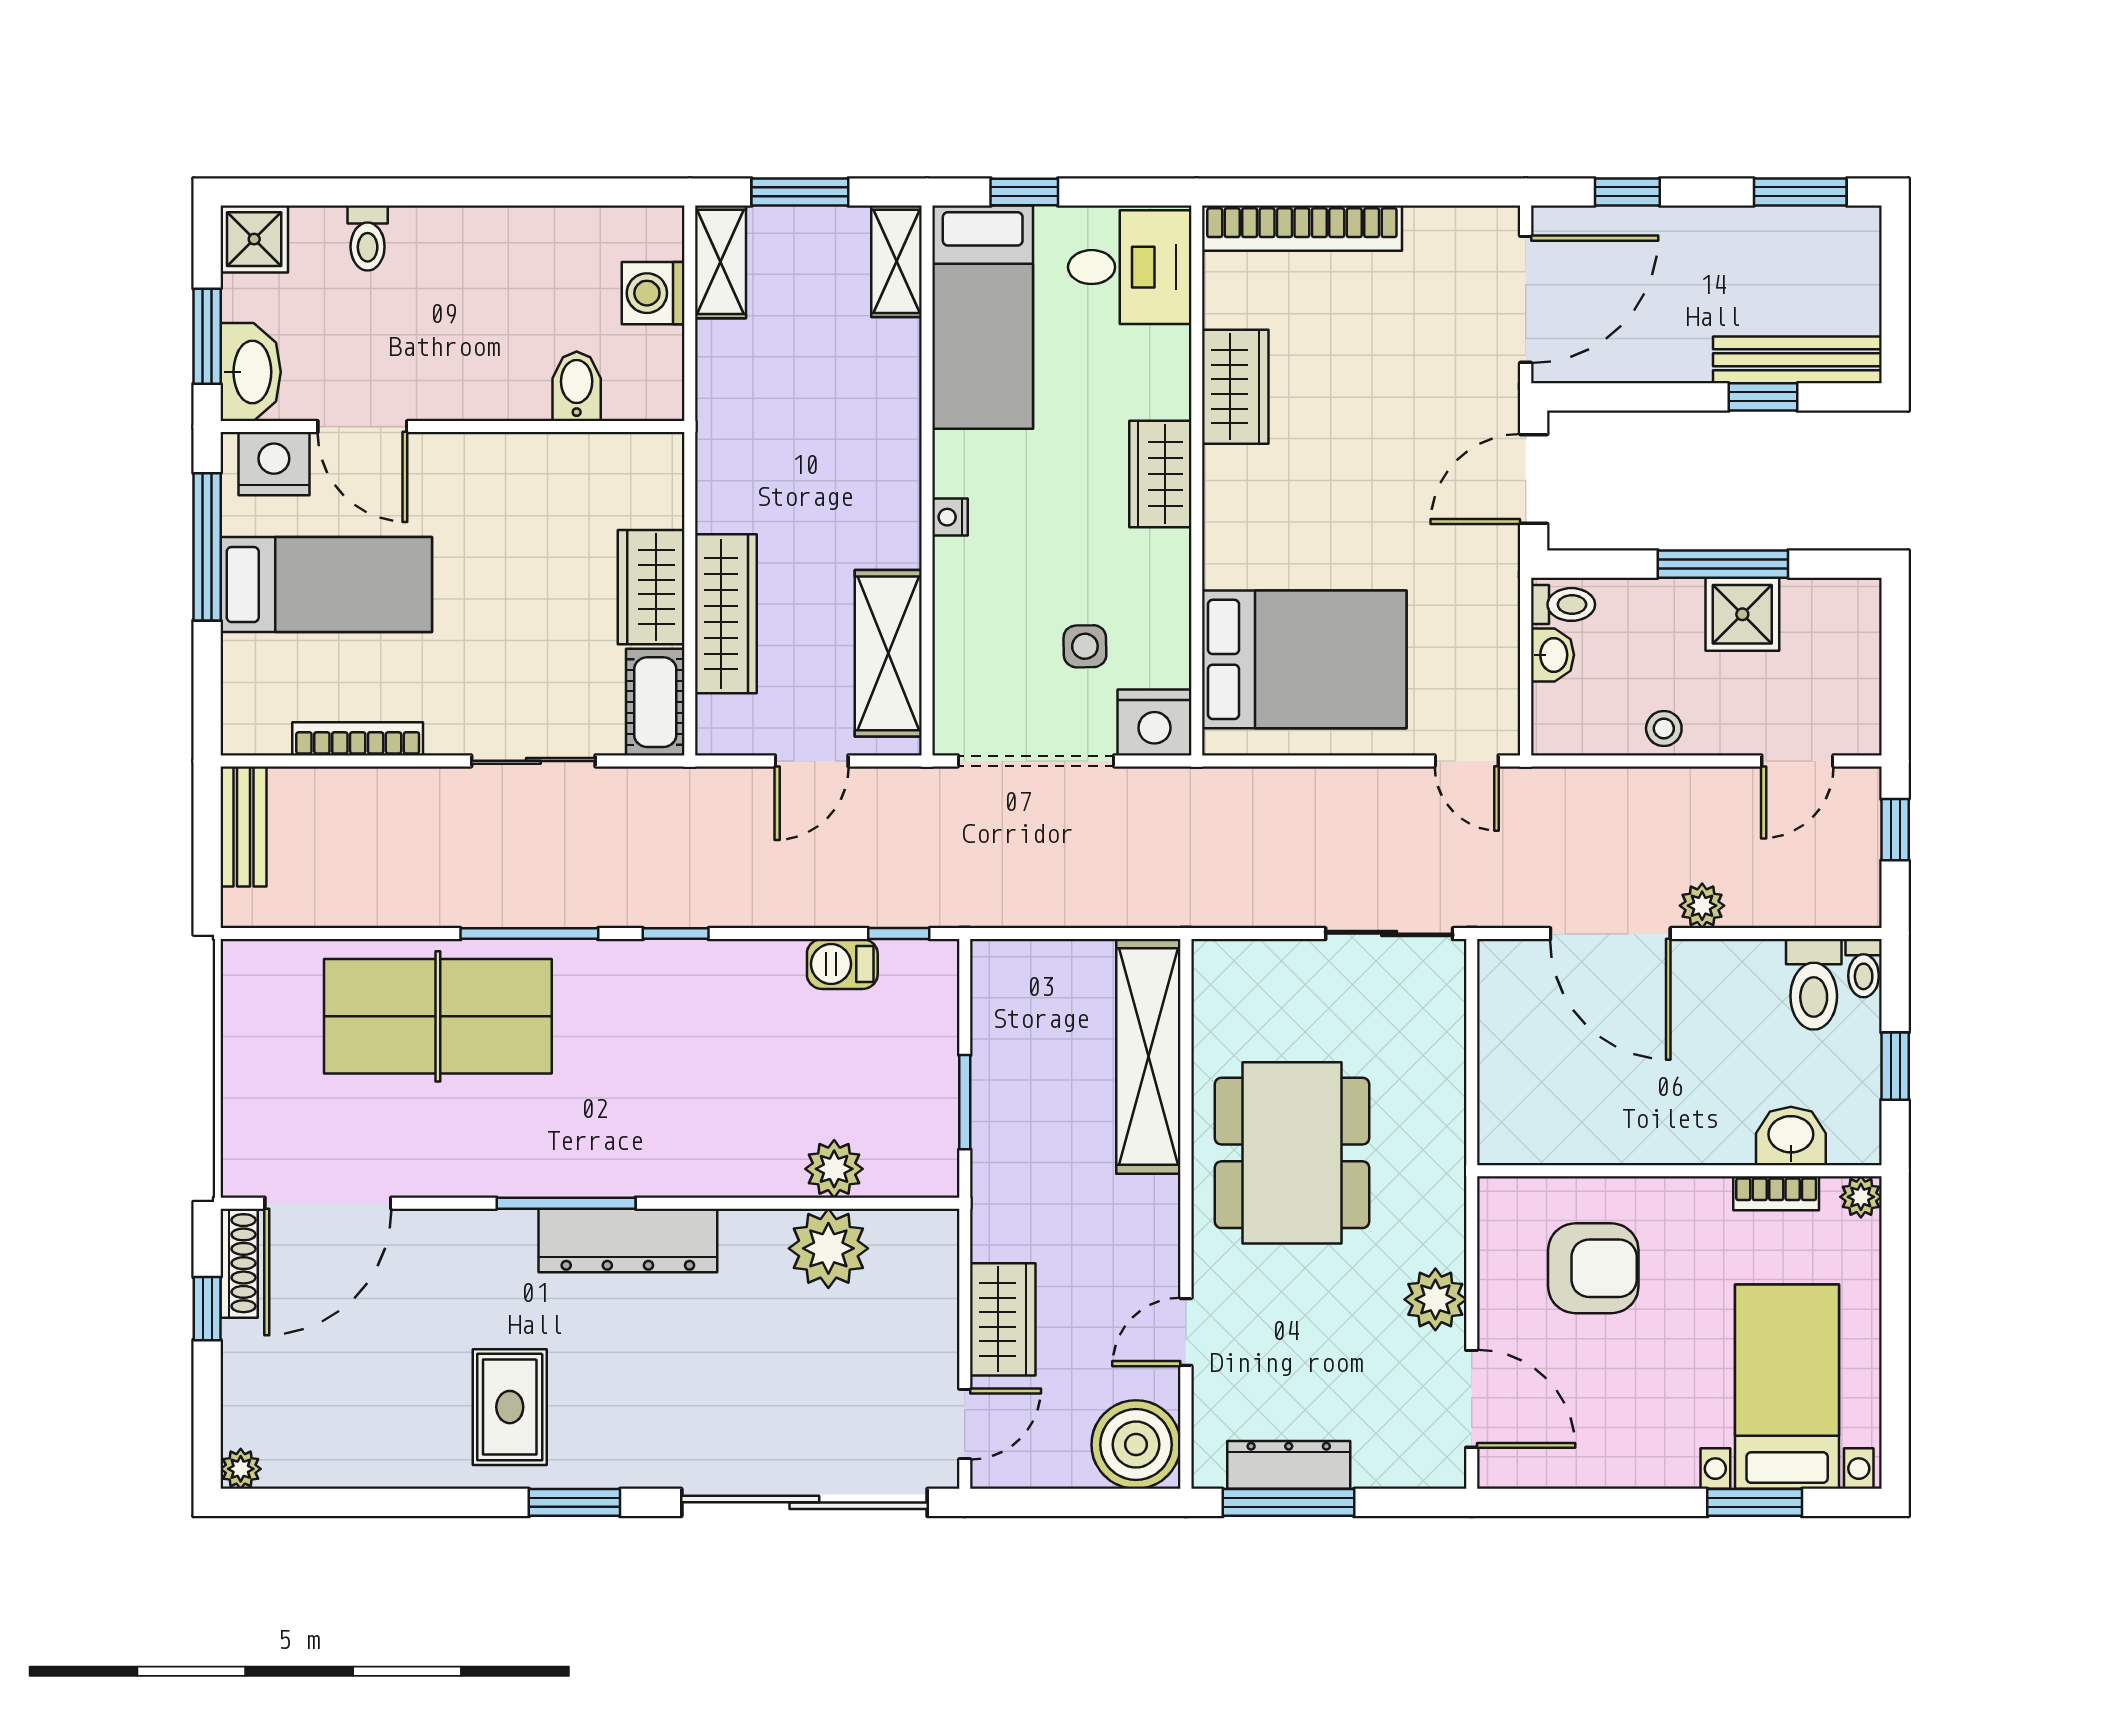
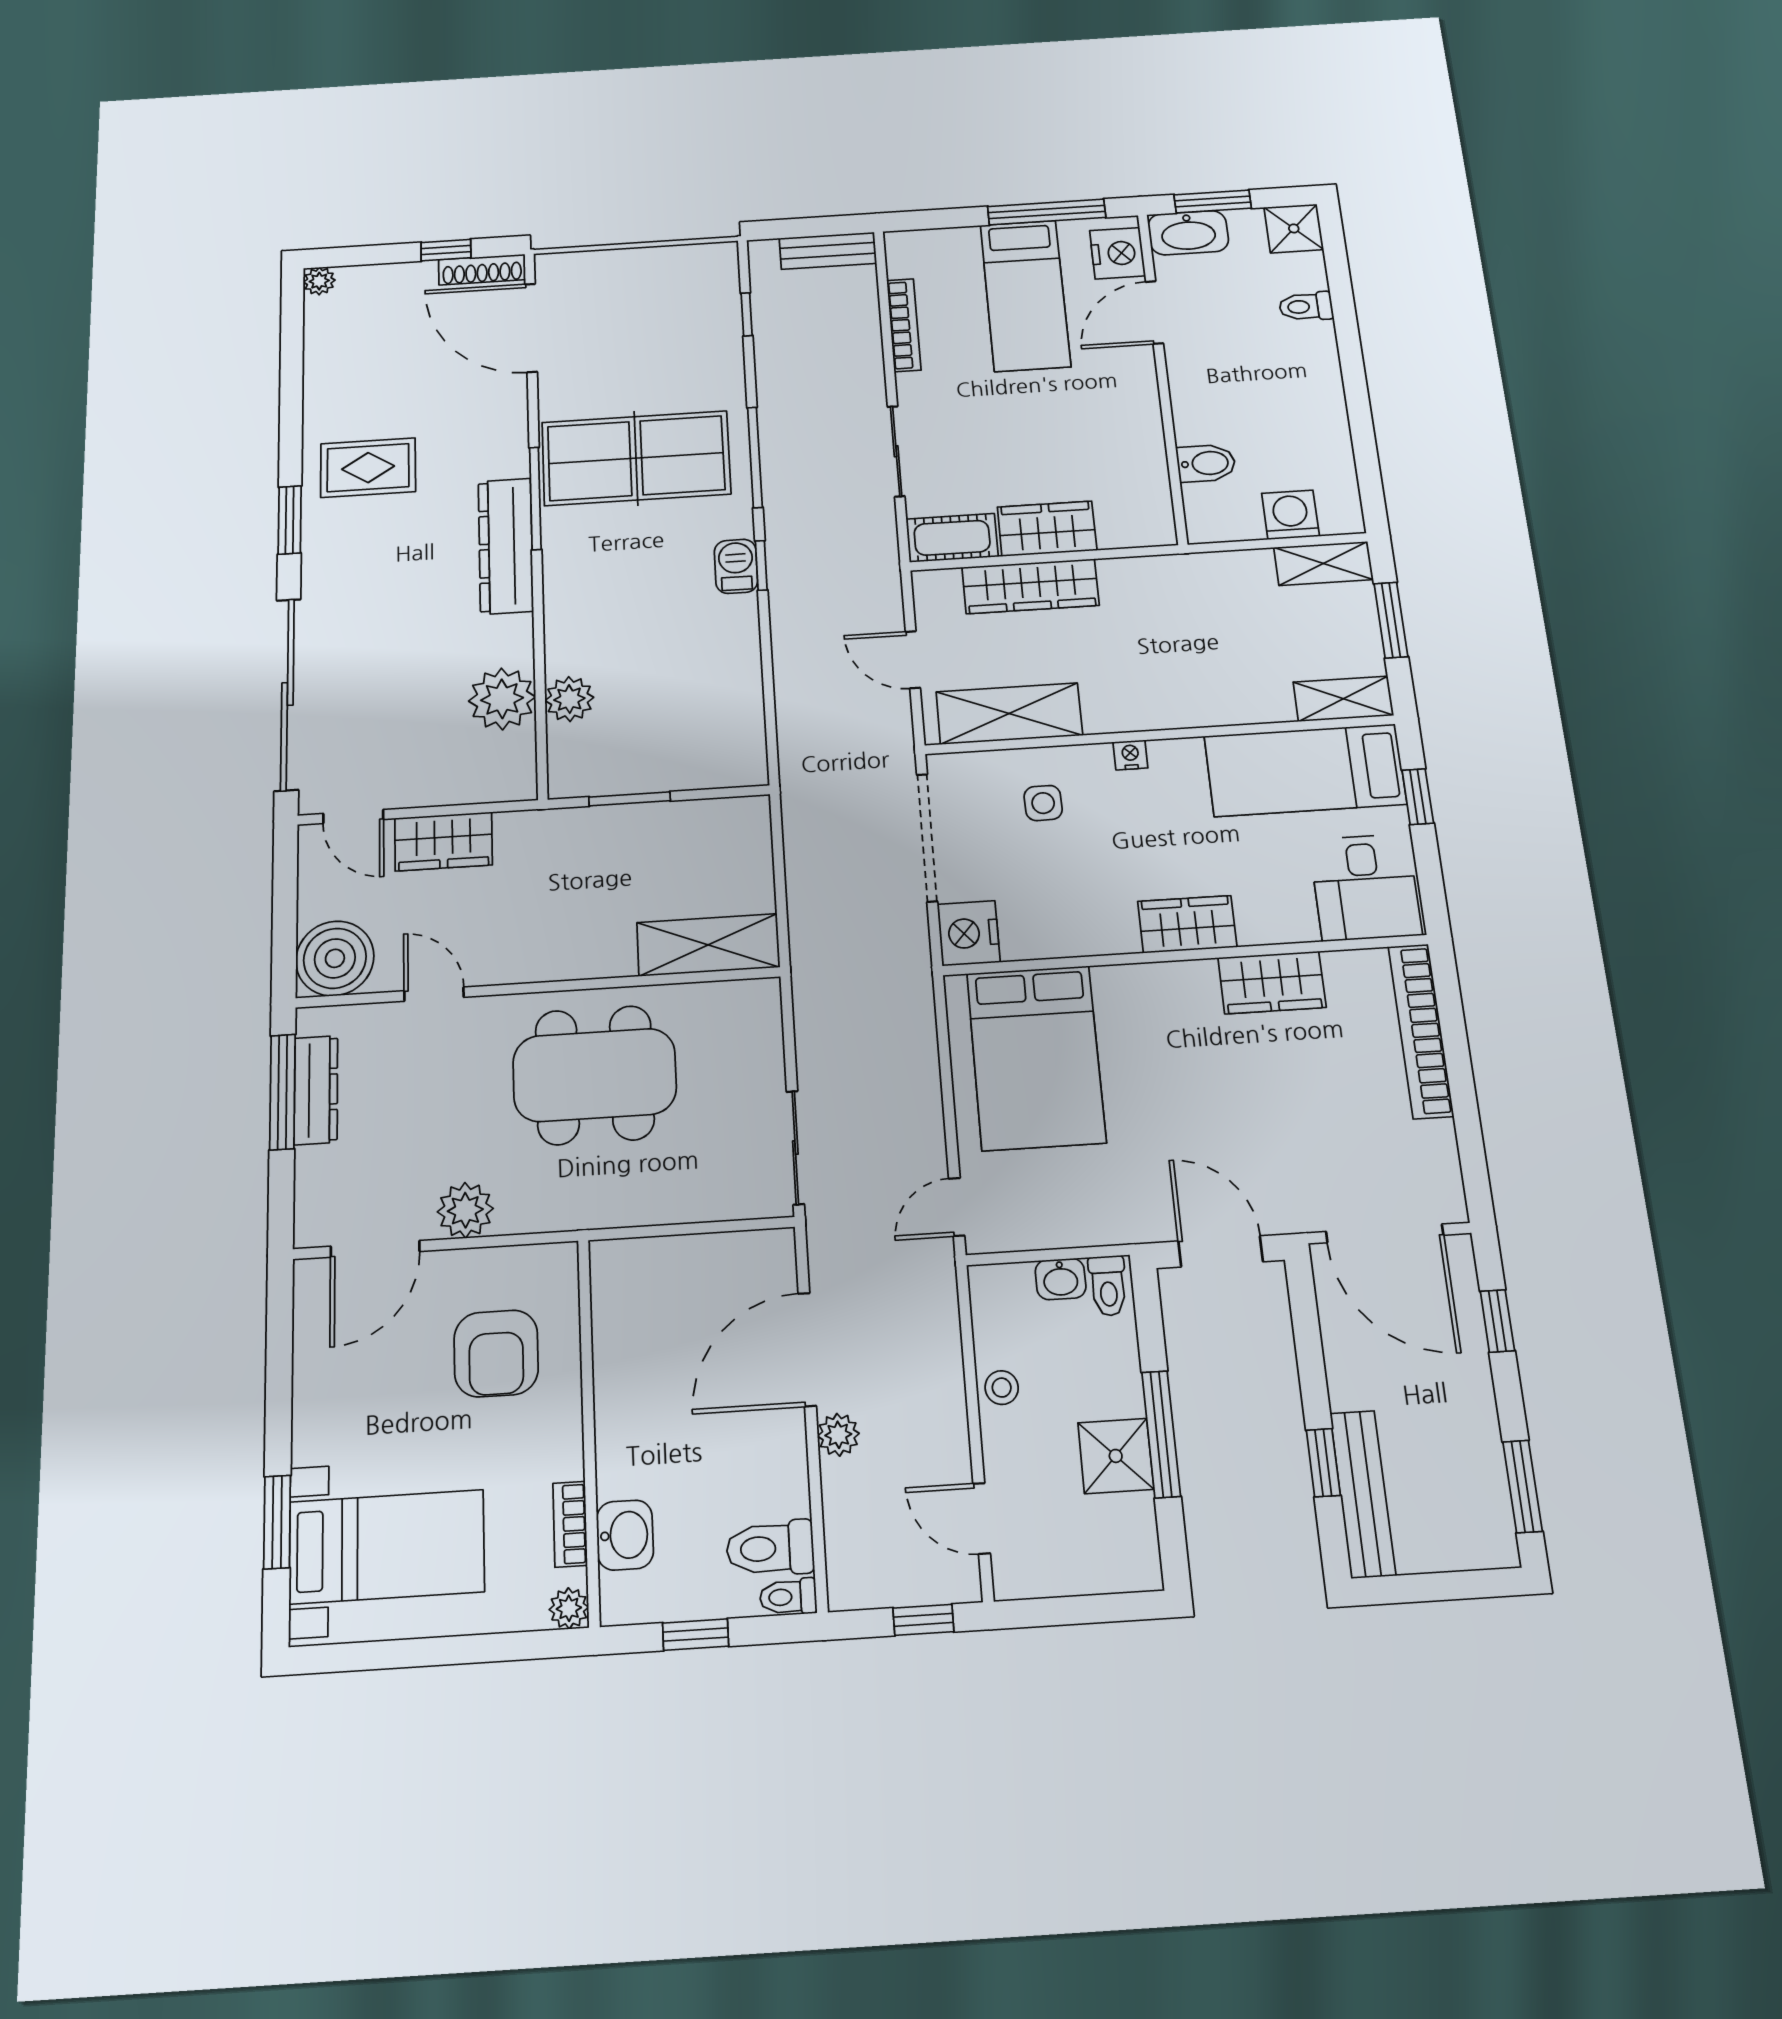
side table: (1085, 646) -> (1043, 803), moved
window: (899, 934) -> (747, 314), moved
barbecue: (842, 964) -> (736, 566), moved
table tennis table: (438, 1016) -> (636, 458), moved, turned 90
shelving: (1148, 1056) -> (708, 945), width x0.68

